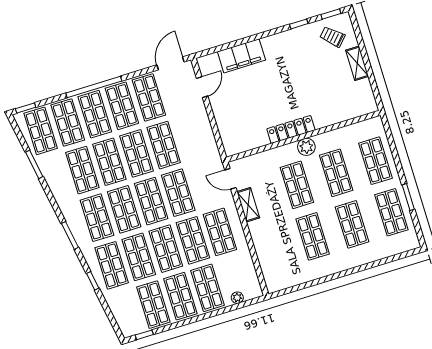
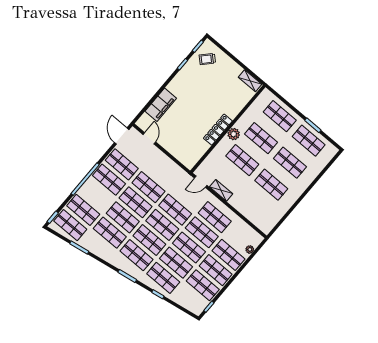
shelving: (357, 63) -> (250, 81), moved
shop shelf: (95, 114) -> (96, 195), removed

